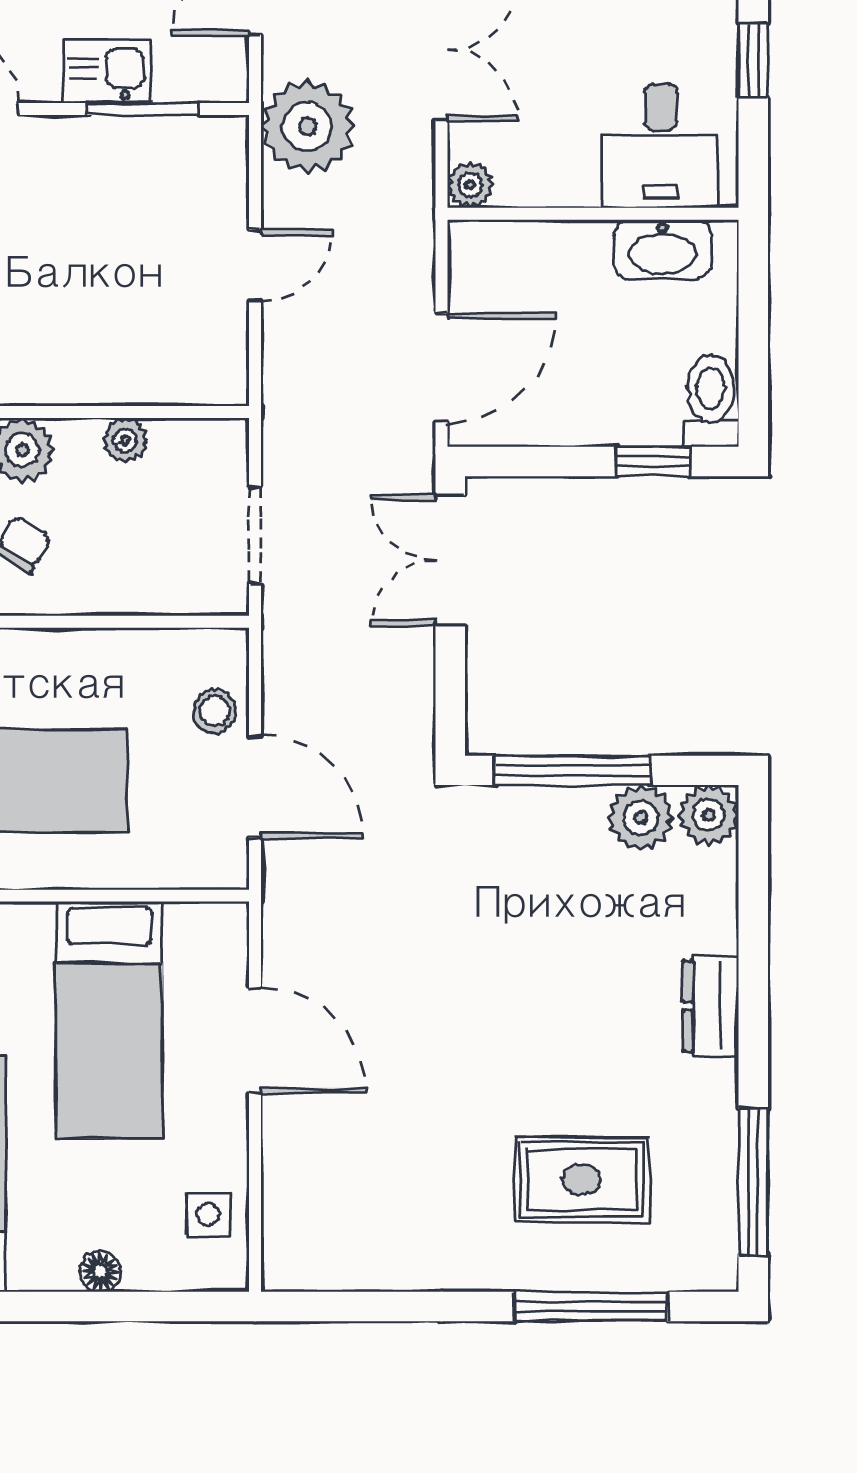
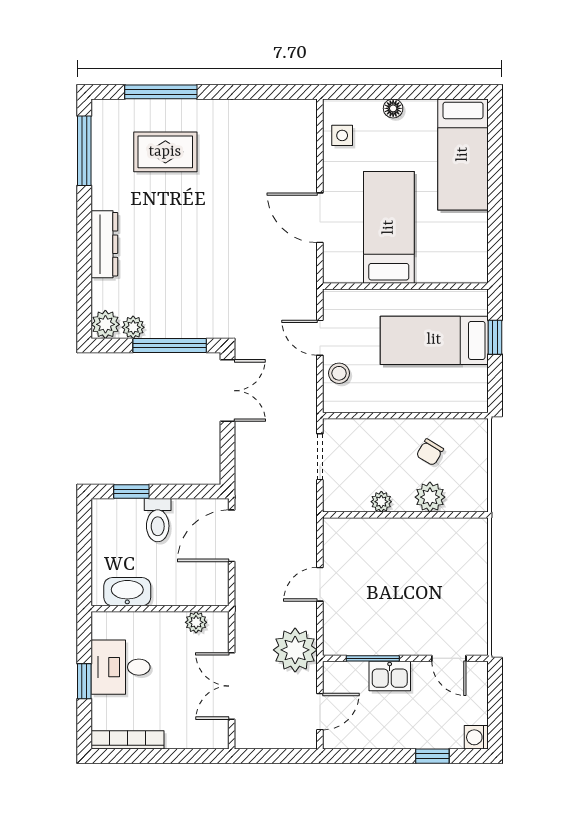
desk: (661, 146) -> (121, 667), moved, turned -90
plant: (470, 185) -> (196, 622), moved
toilet: (711, 401) -> (158, 520), moved
double door: (450, 560) -> (228, 391), moved
door: (255, 787) -> (320, 338), width x0.73
plant: (641, 818) -> (133, 327), width x0.73, depth x0.73
dresser: (711, 1006) -> (104, 244), width x1.44

